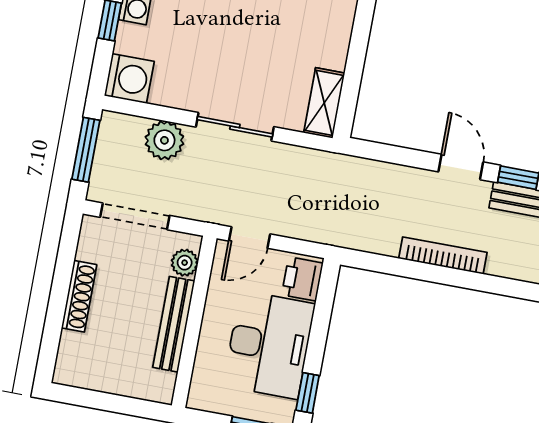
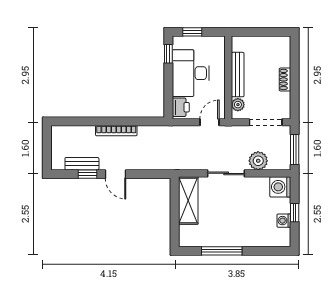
shelving: (324, 103) -> (188, 200), width x1.50, depth x1.33
shoe rack: (79, 296) -> (285, 79), width x0.70

